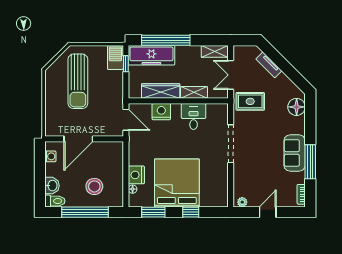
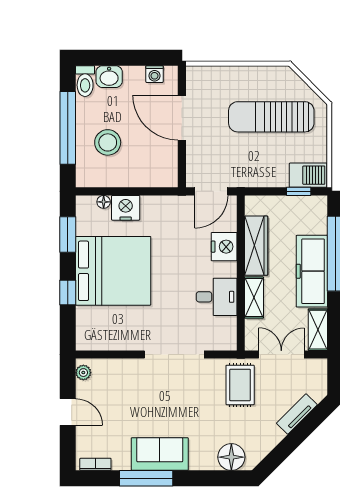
freezer: (151, 55) -> (312, 271), moved

